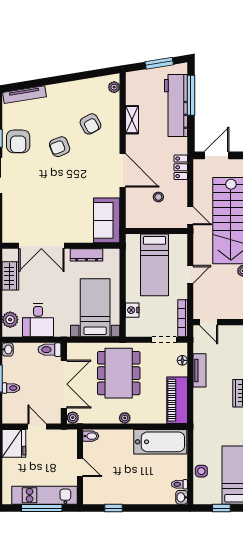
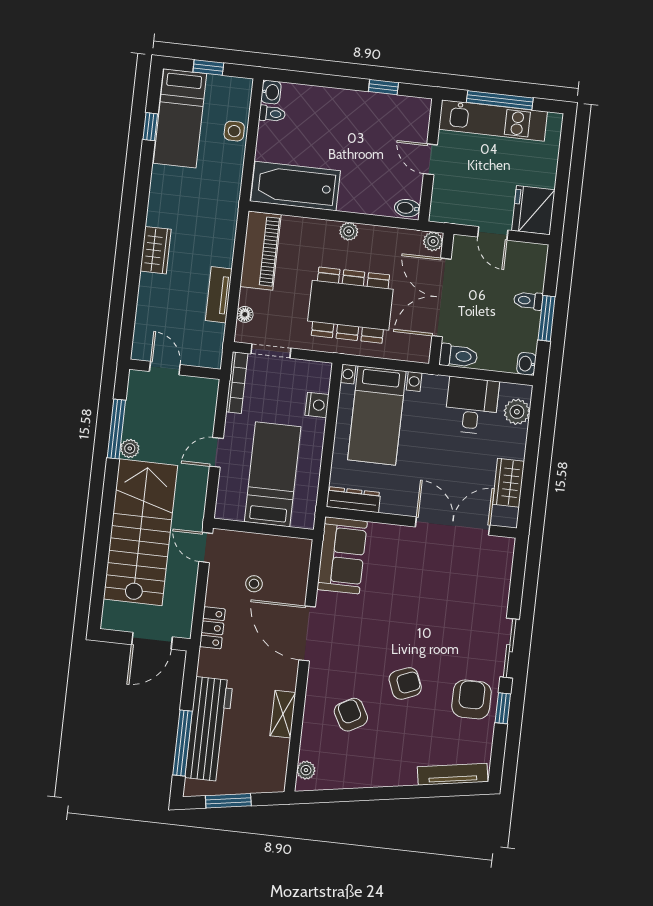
dresser: (87, 255) -> (353, 500), moved
door: (209, 322) -> (165, 368), moved
dining table: (119, 373) -> (350, 305), turned 90

